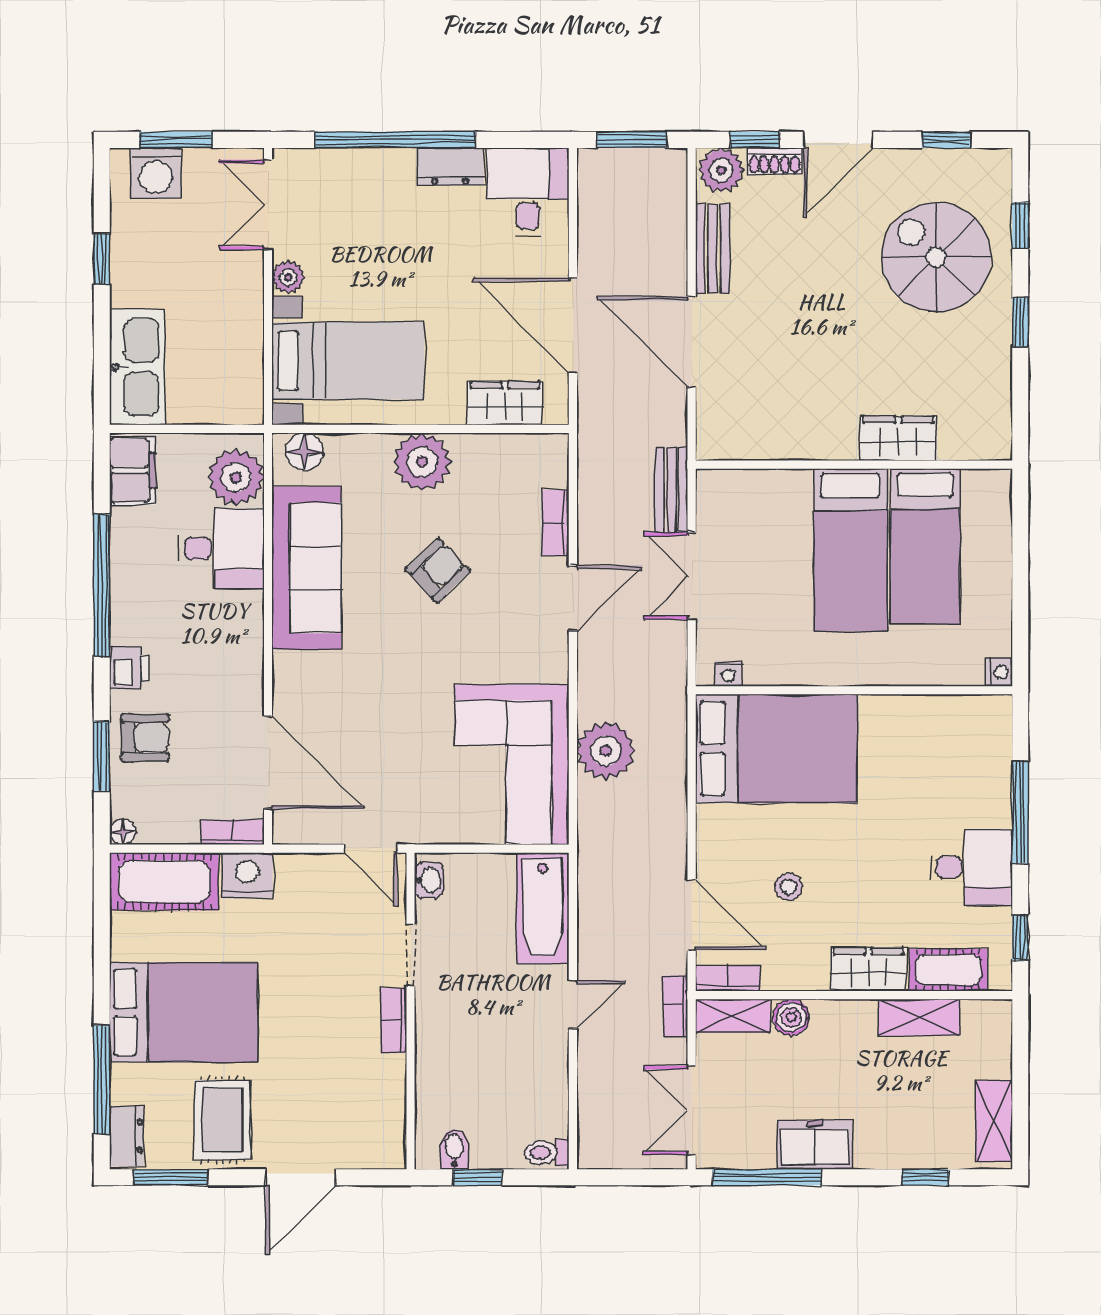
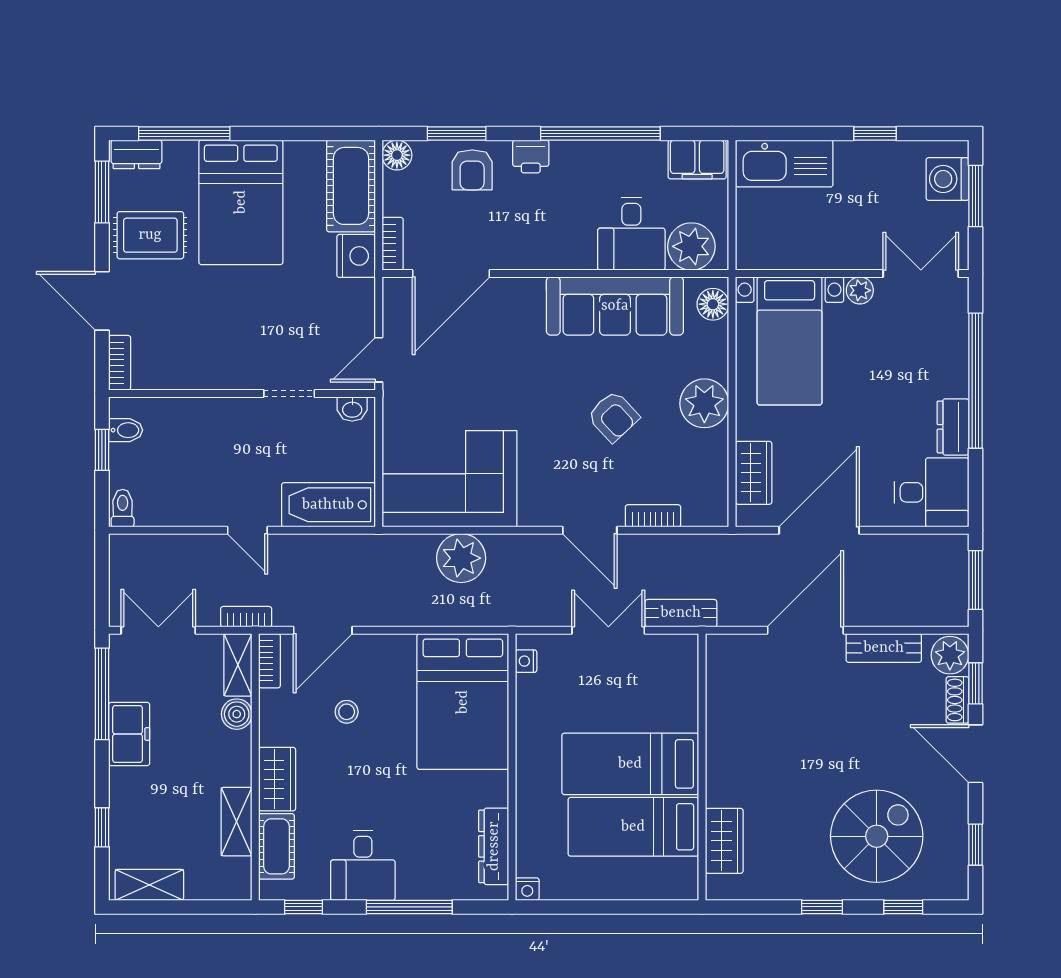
wardrobe: (898, 438) -> (724, 841), moved
dresser: (948, 712) -> (494, 846), added
floor lamp: (123, 832) -> (397, 155), width x1.37, depth x1.37
bookcase: (394, 1020) -> (120, 363), moved, turned 90

